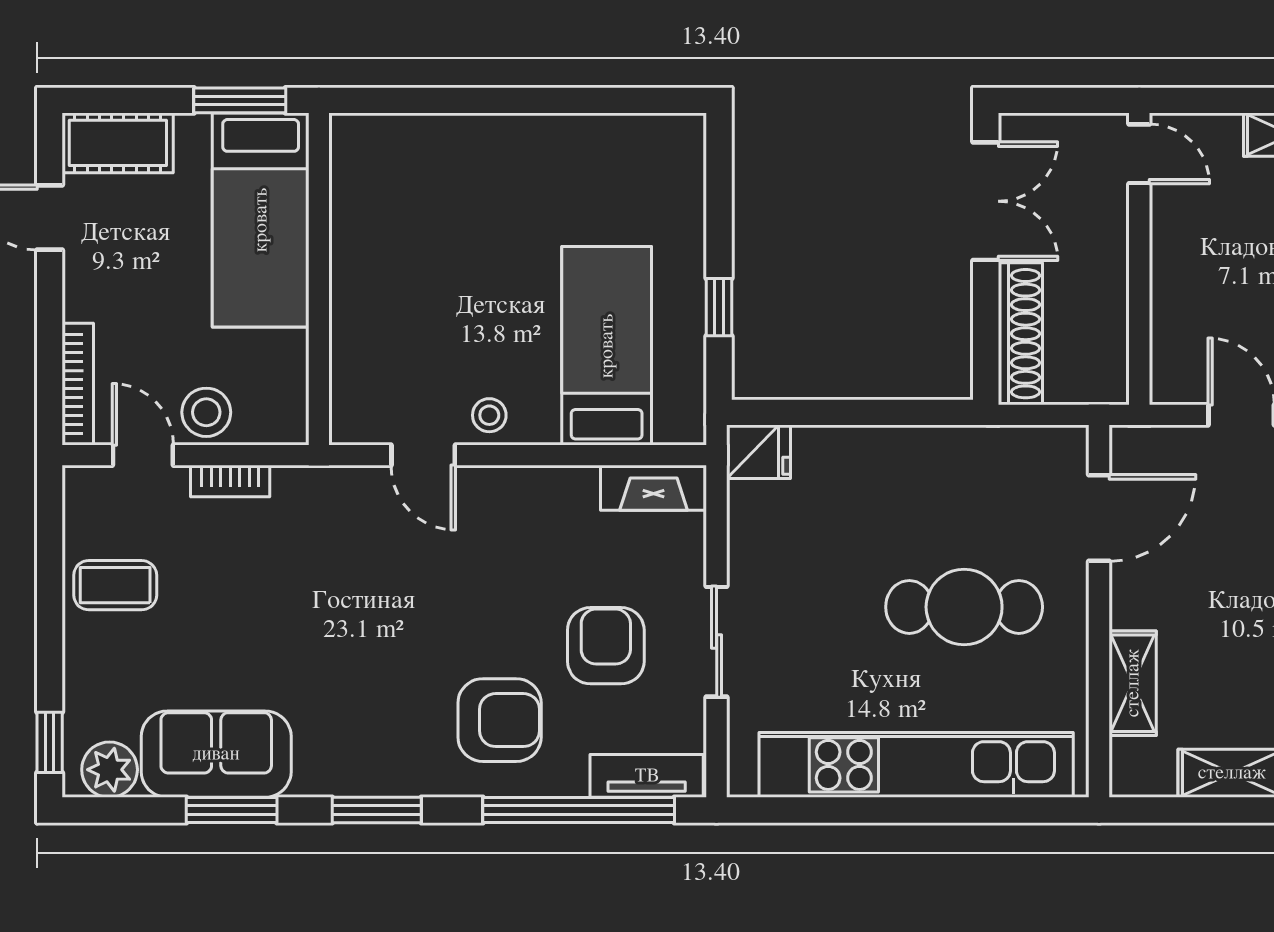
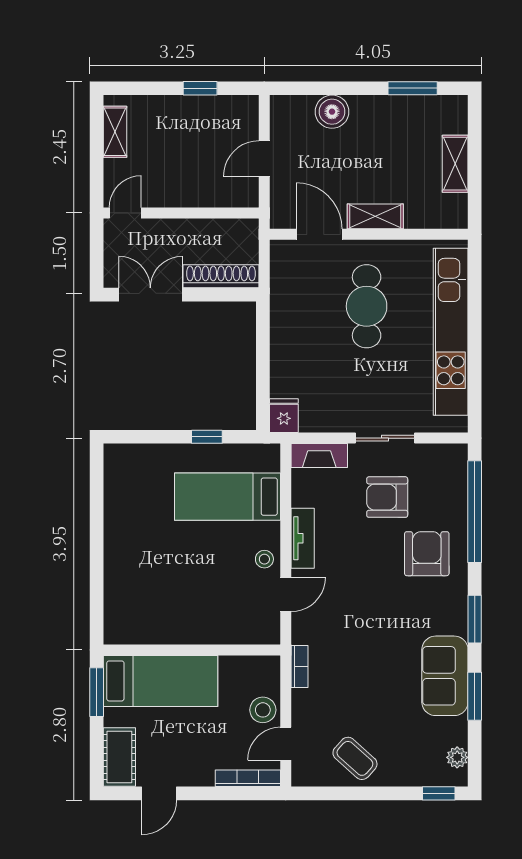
bookcase: (230, 481) -> (299, 666), moved
fireplace: (654, 488) -> (319, 456), moved, turned 90
coffee table: (115, 585) -> (355, 758), turned -48
shelving: (1133, 683) -> (375, 216), moved
sofa: (216, 754) -> (445, 676), moved
plant: (110, 770) -> (457, 757), width x0.73, depth x0.73
tv unit: (647, 776) -> (303, 538), moved, turned 180

